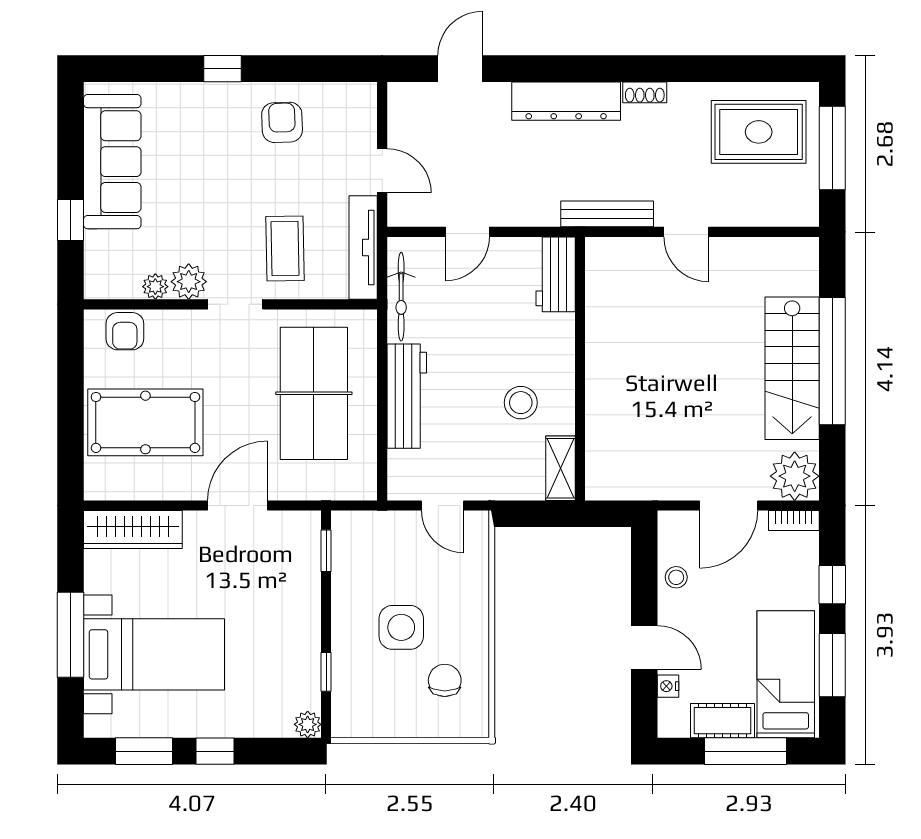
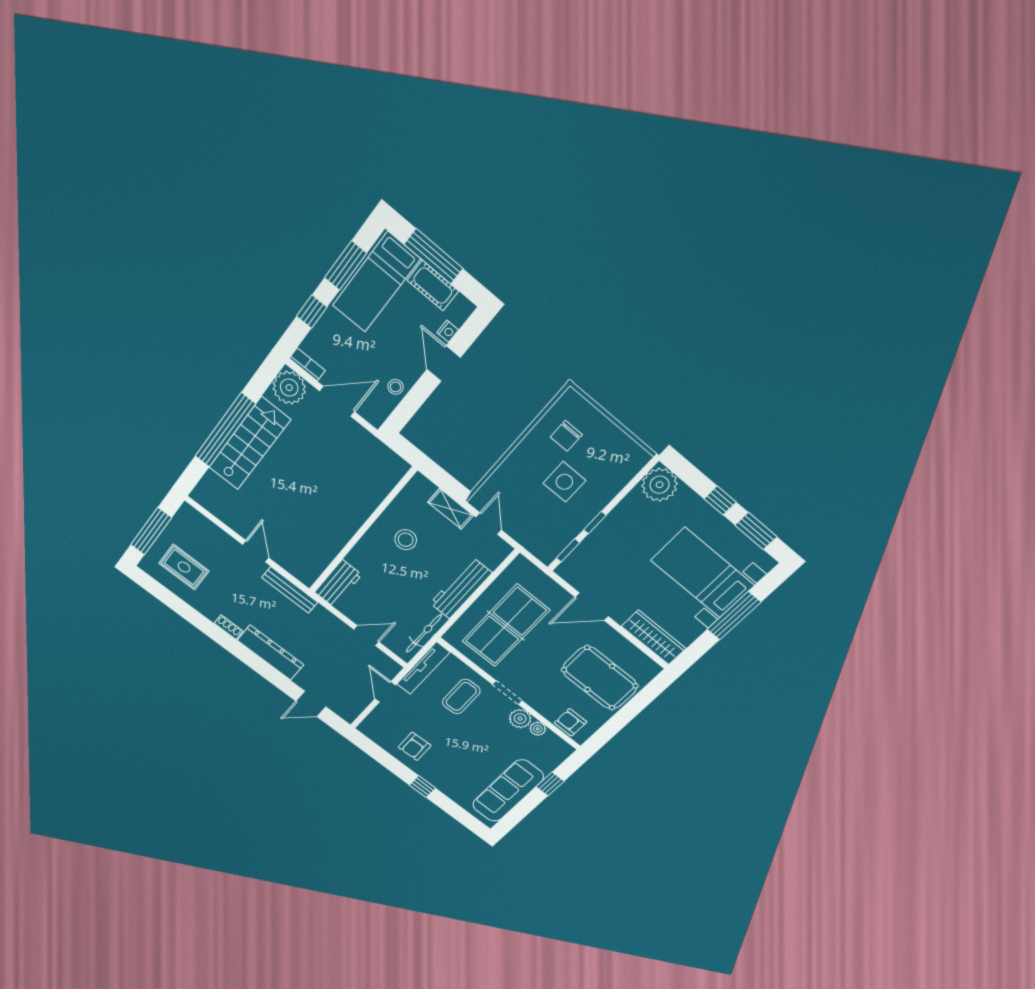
rug: (759, 132) -> (184, 567), width x0.73, depth x0.70
armchair: (125, 331) -> (571, 722), turned -90
shelving: (560, 468) -> (450, 509), moved, turned 90
window: (326, 672) -> (595, 523), moved
plant: (308, 724) -> (660, 485), width x1.87, depth x1.87

